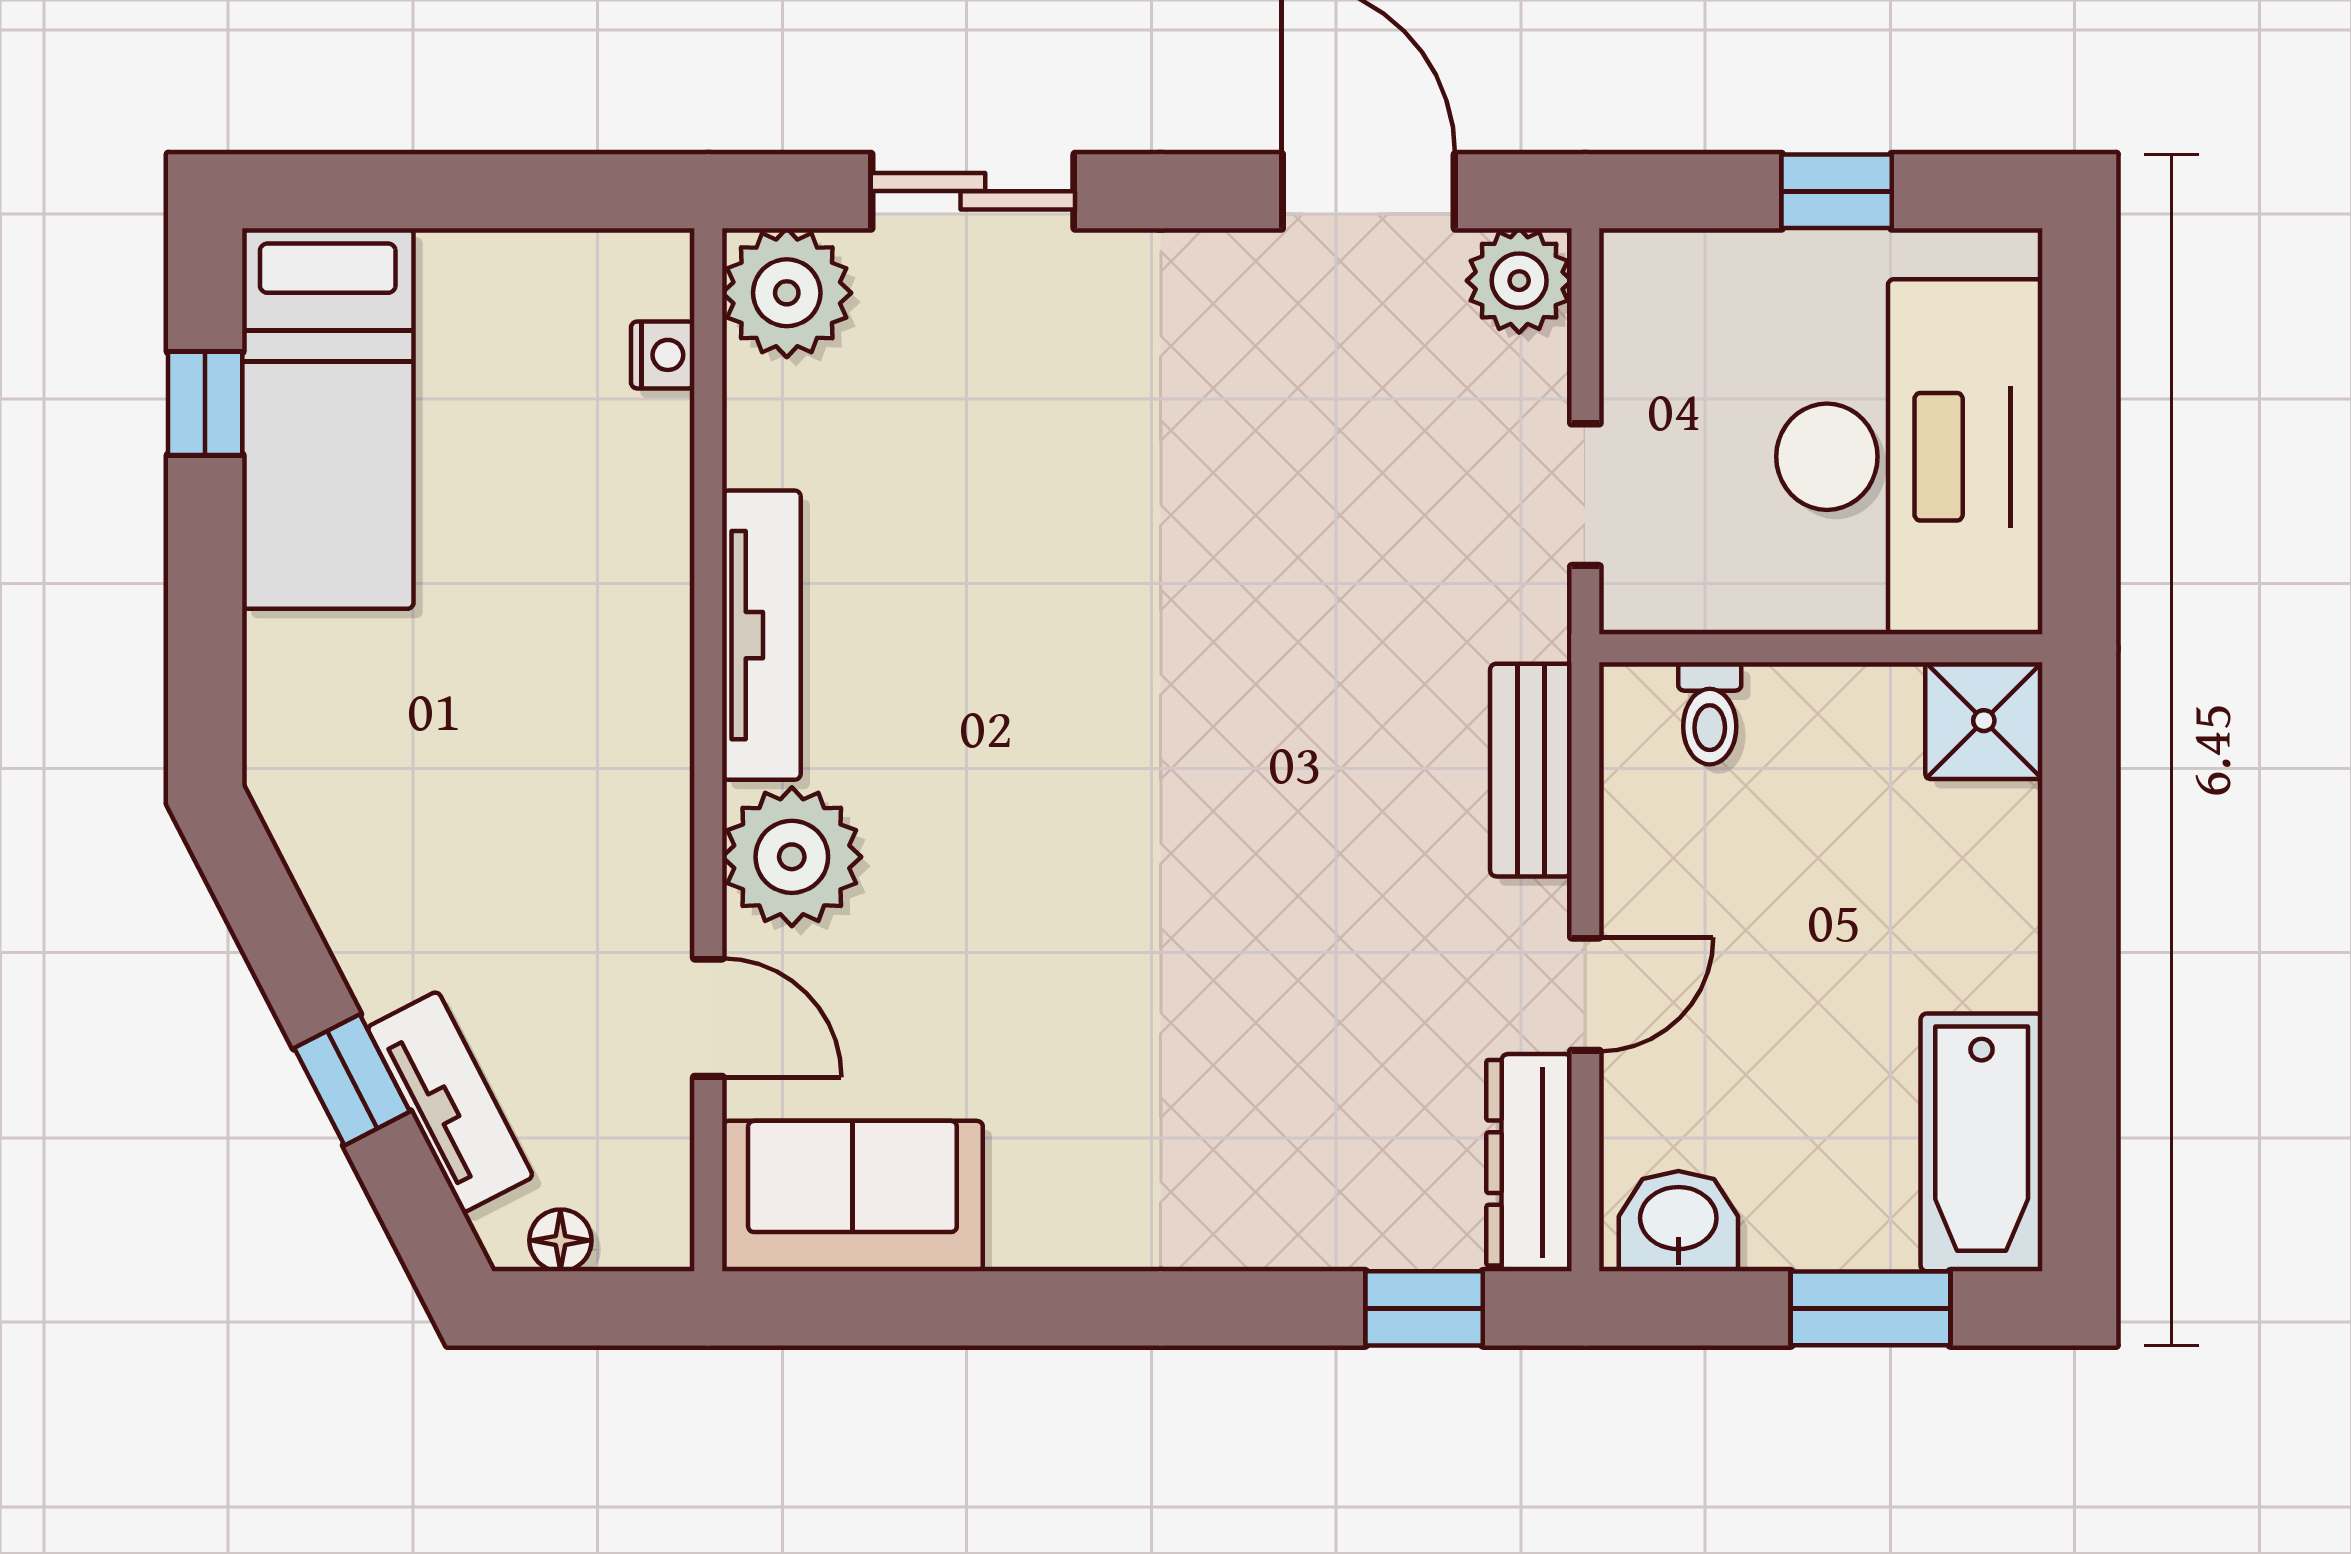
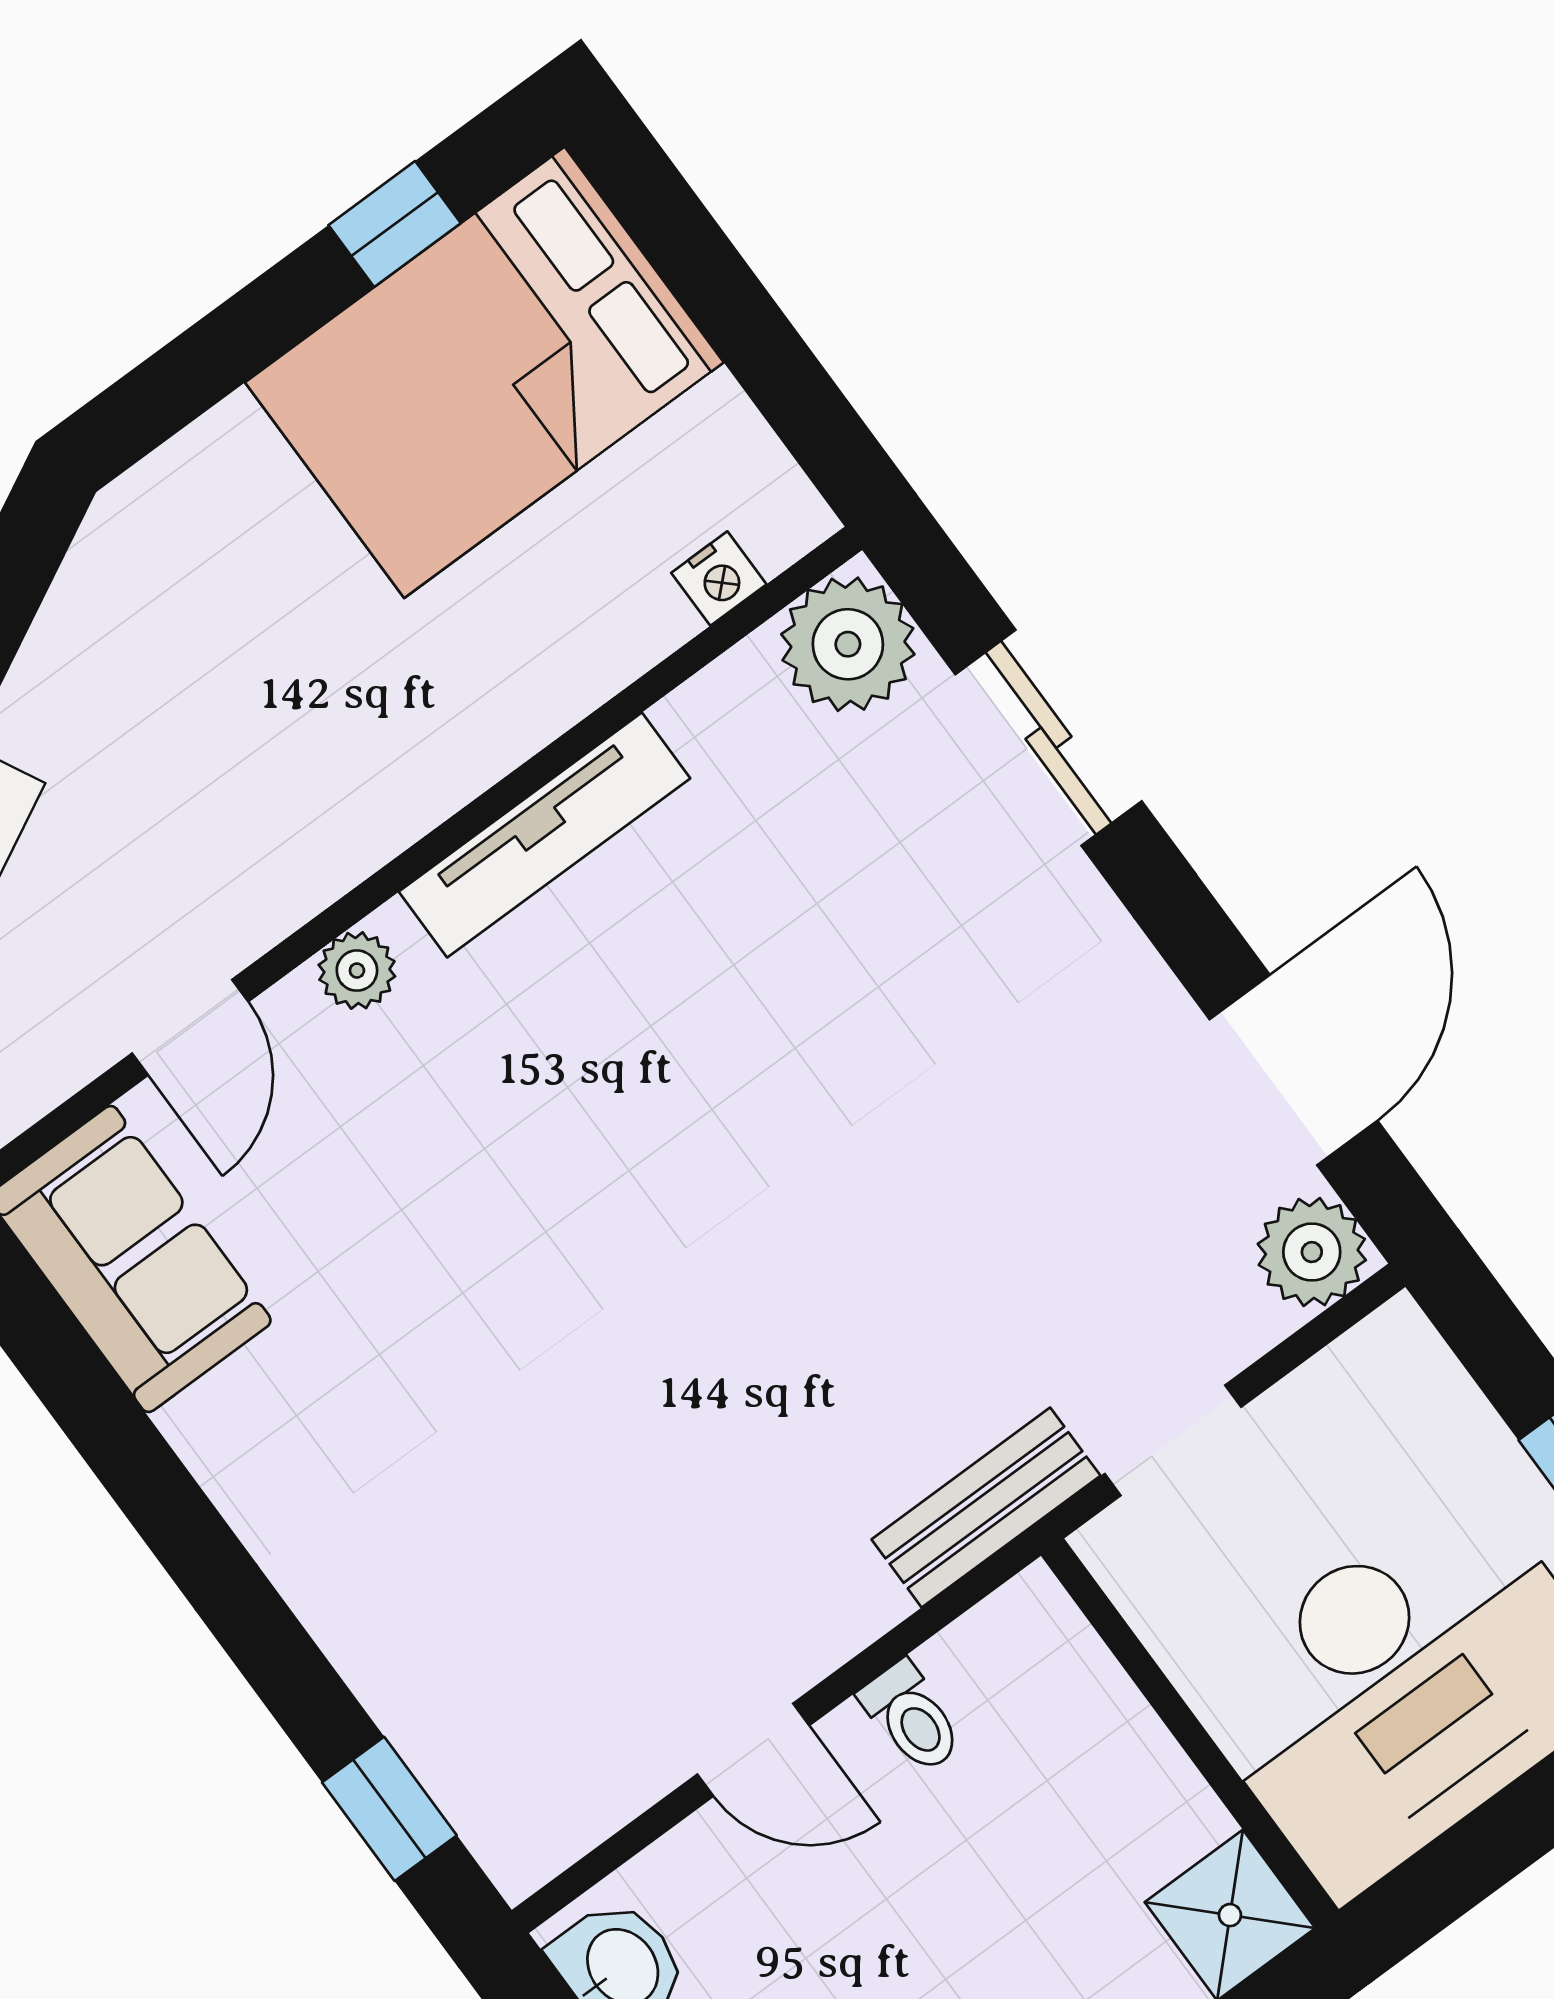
bed: (328, 419) -> (484, 372), width x1.50
toilet: (1710, 713) -> (912, 1717), moved, turned -90
bench: (1531, 770) -> (986, 1507), moved
plant: (792, 857) -> (357, 971), width x0.53, depth x0.53
dresser: (1529, 1163) -> (577, 1807), removed

